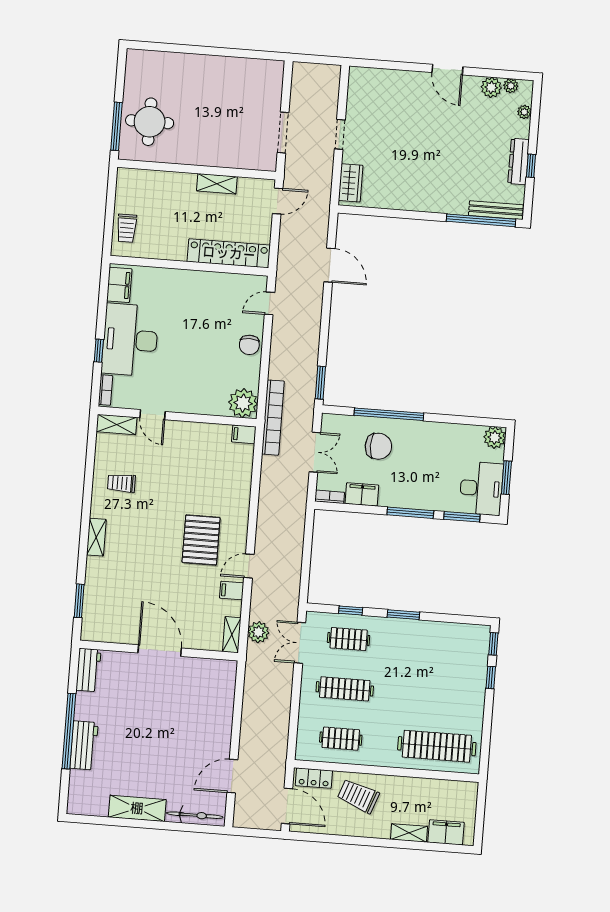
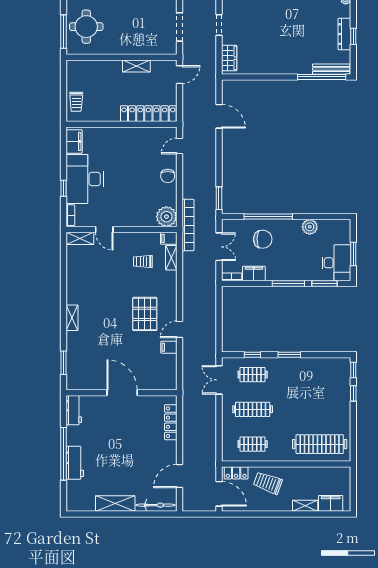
plant: (495, 438) -> (310, 227), moved
trolley: (121, 483) -> (143, 261), moved
plant: (258, 632) -> (190, 375), removed
shelving: (232, 635) -> (171, 258), moved
locker: (226, 698) -> (171, 422), added

